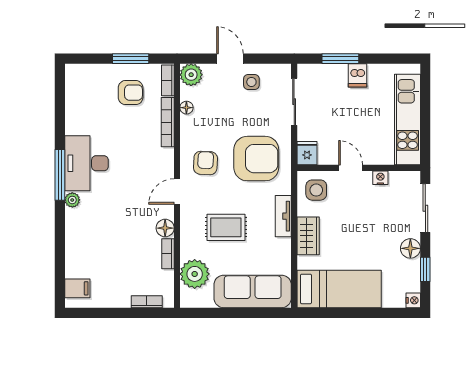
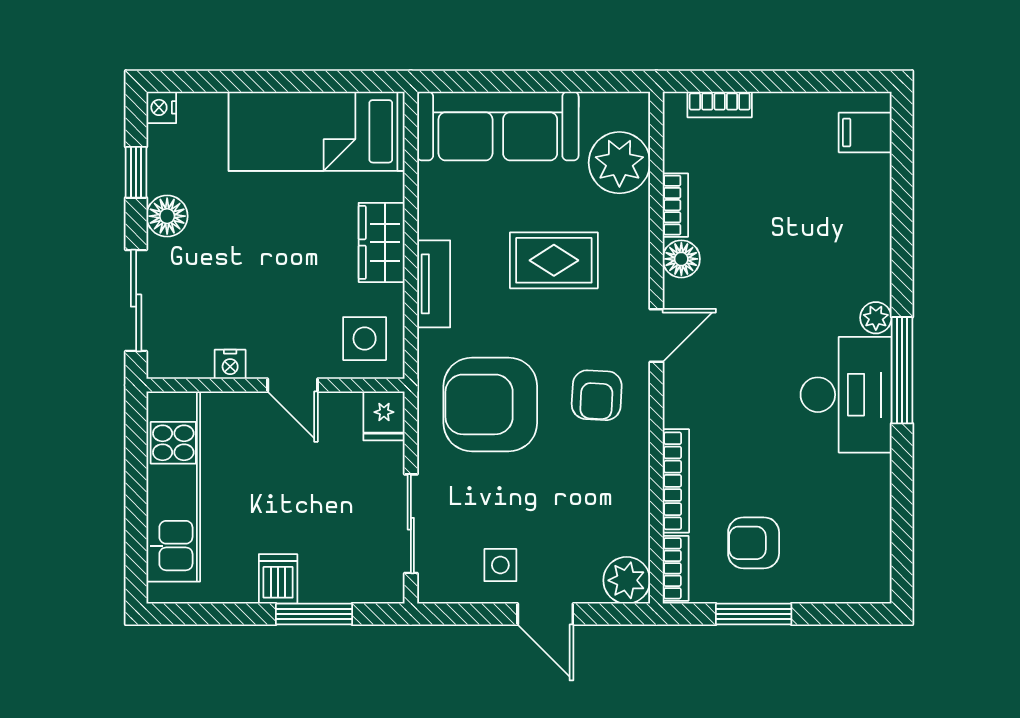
floor lamp: (186, 108) -> (636, 511), removed

